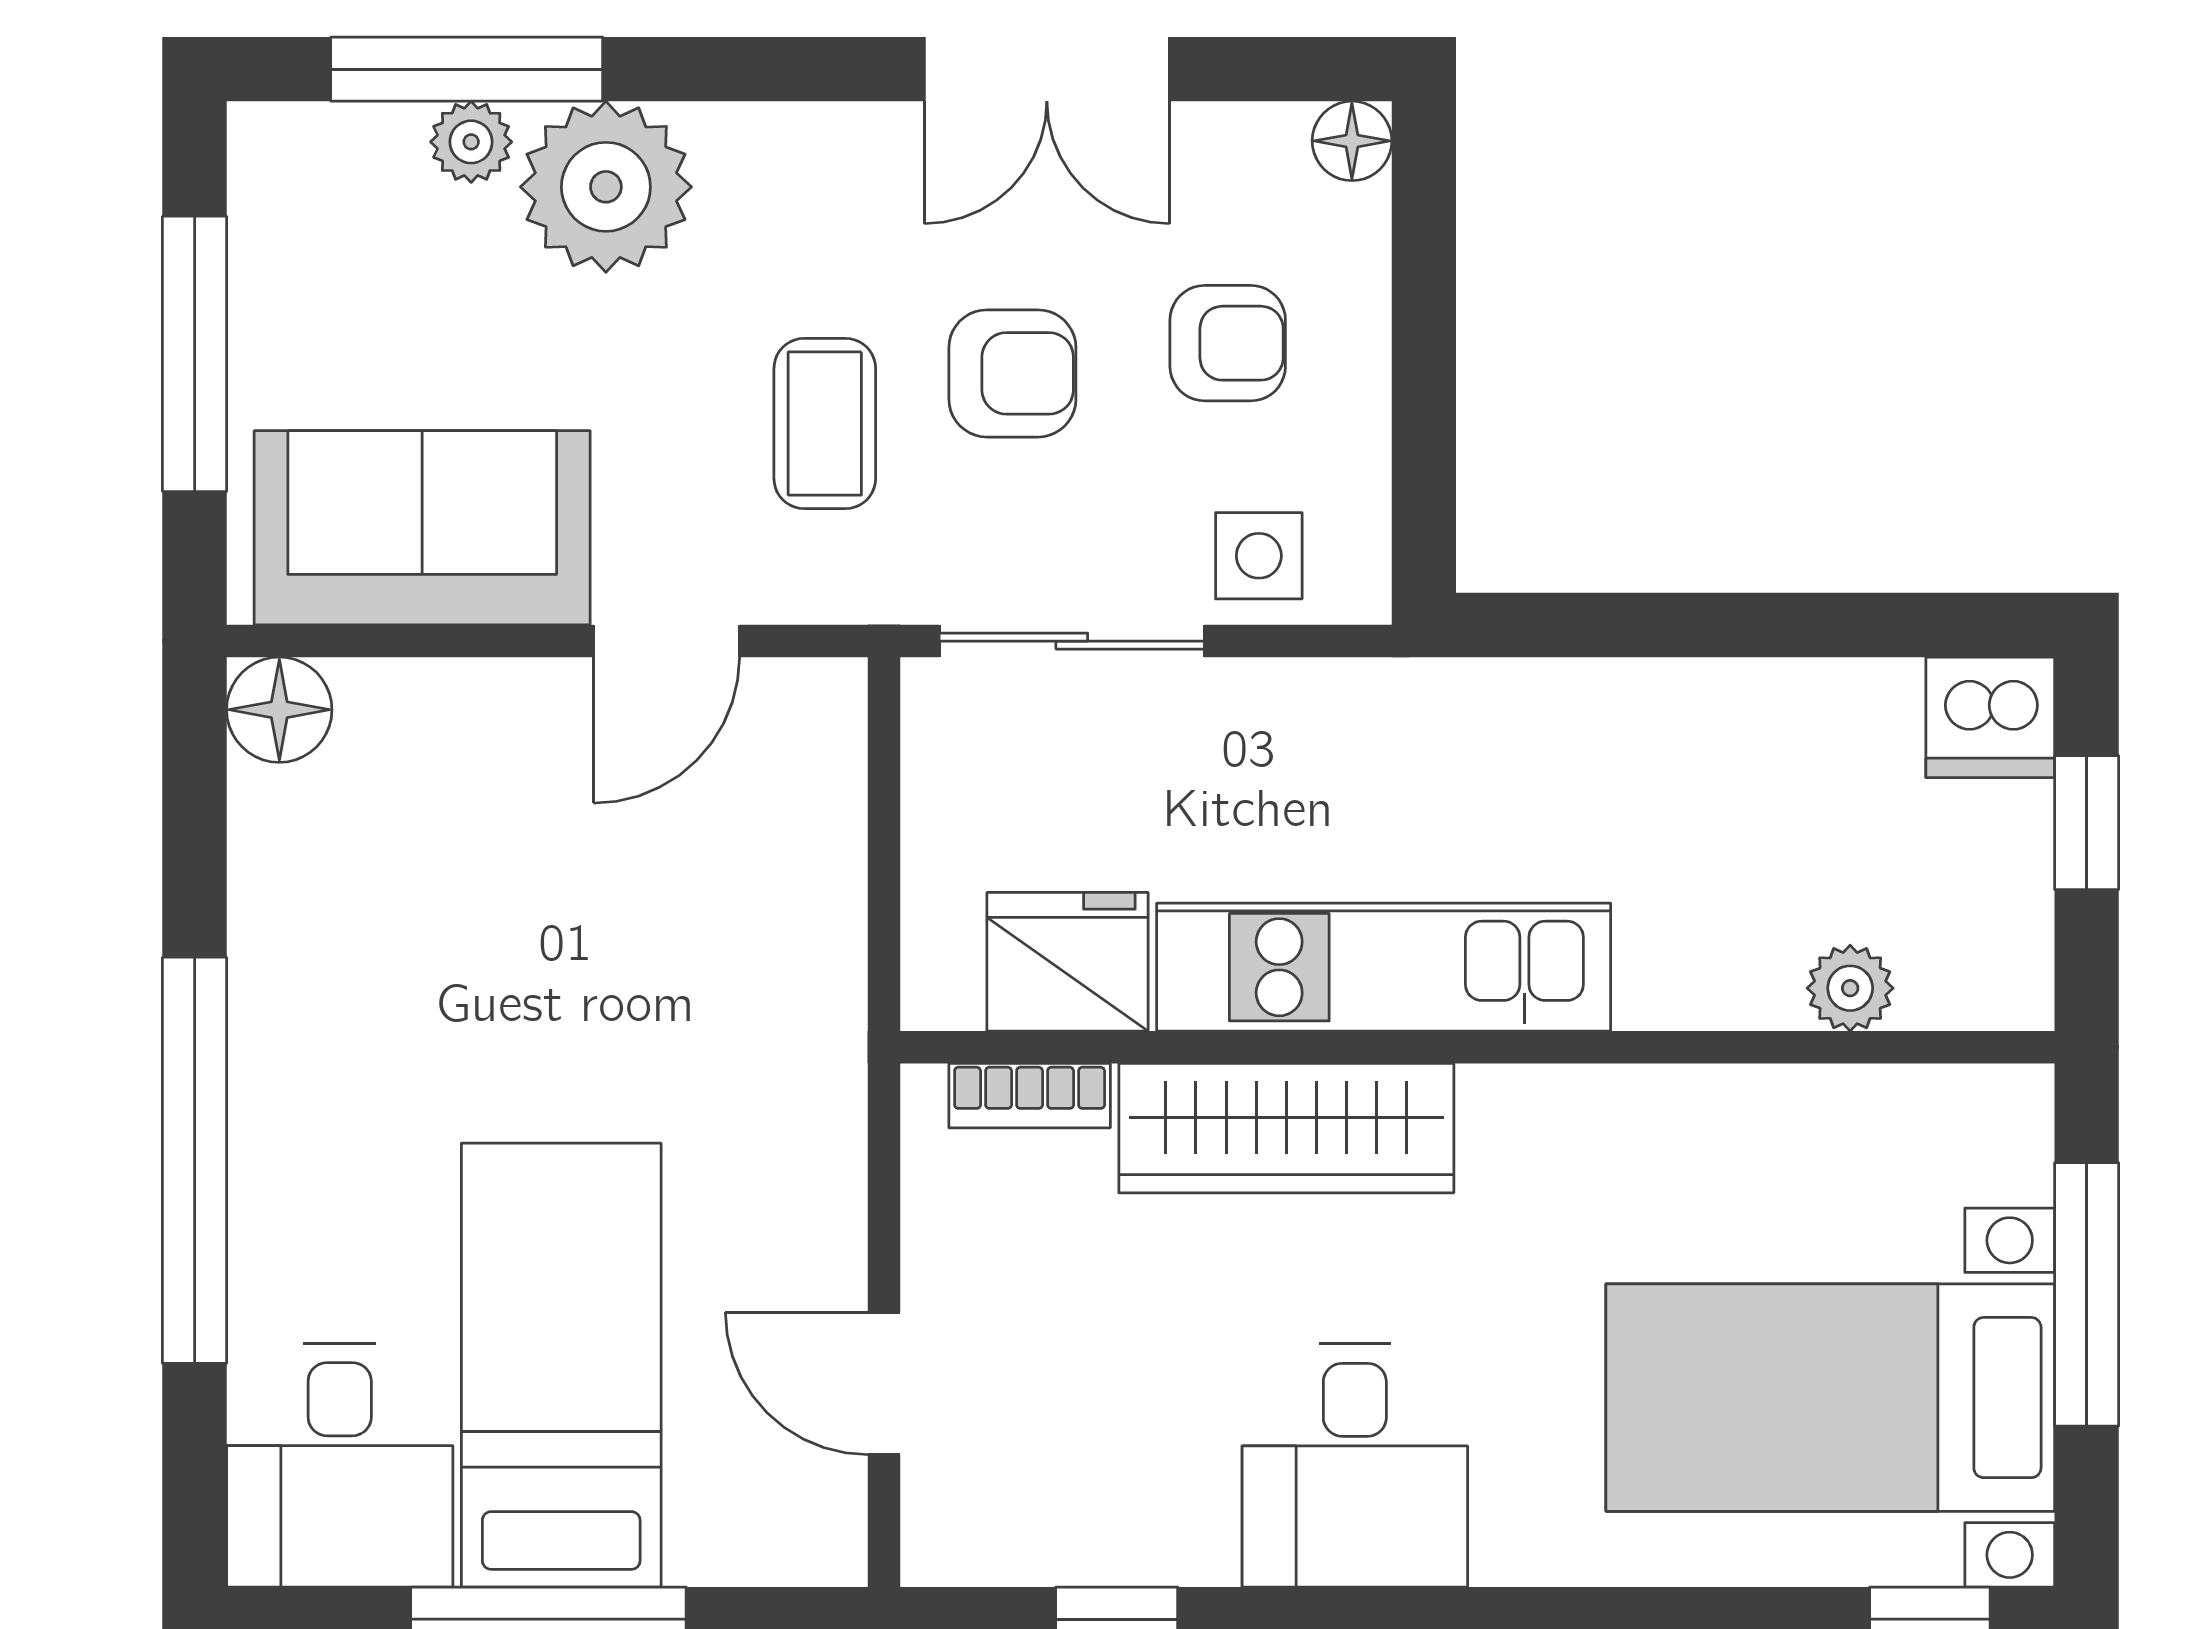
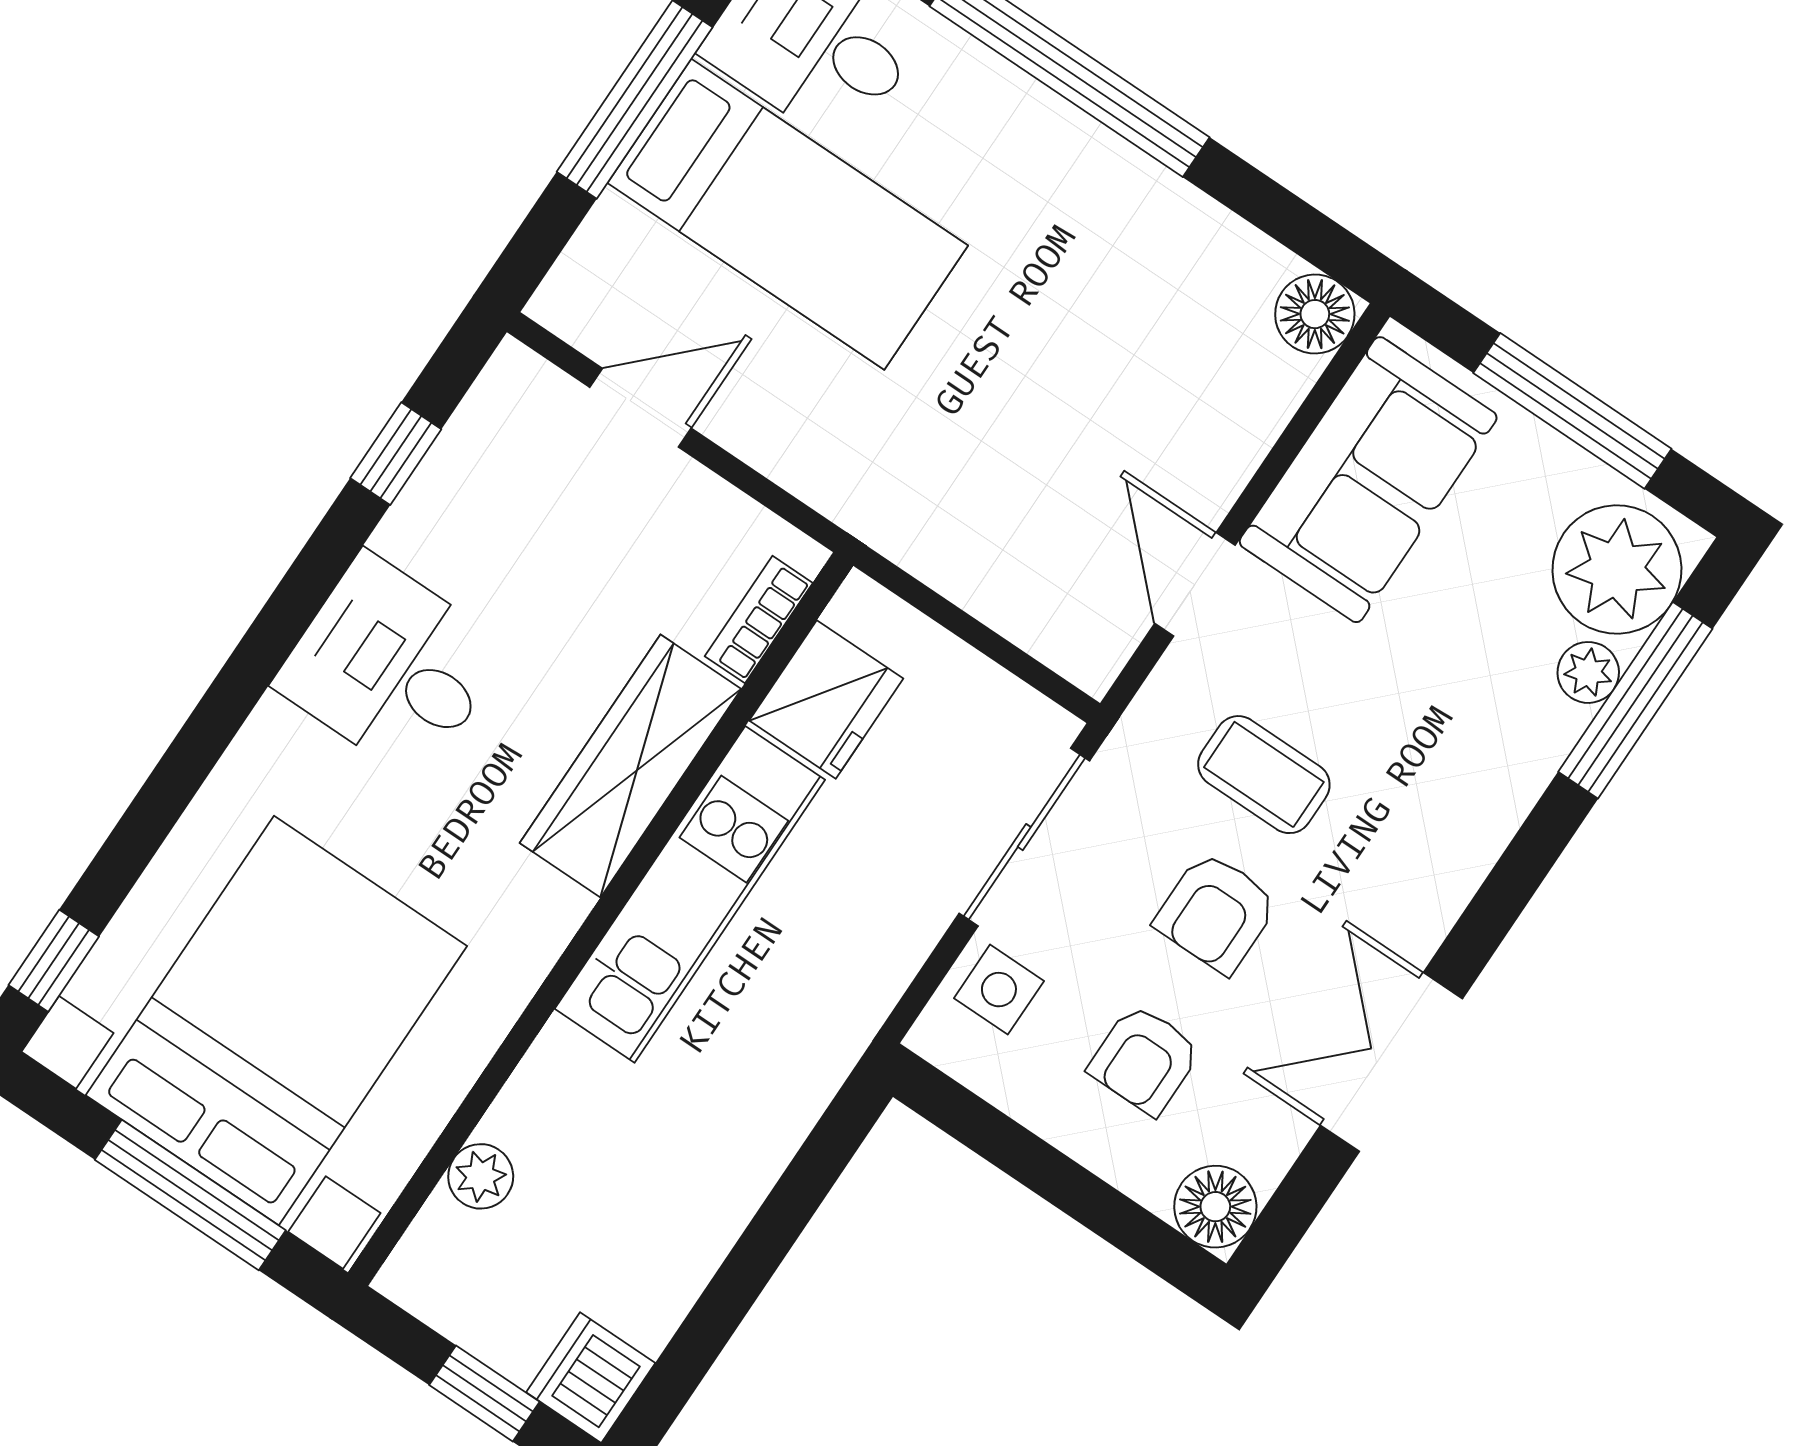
floor lamp: (1352, 141) -> (1215, 1207), width x1.37, depth x1.37
plant: (606, 187) -> (1617, 569), moved
bed with nightstands: (1830, 1398) -> (276, 1021), width x1.36

